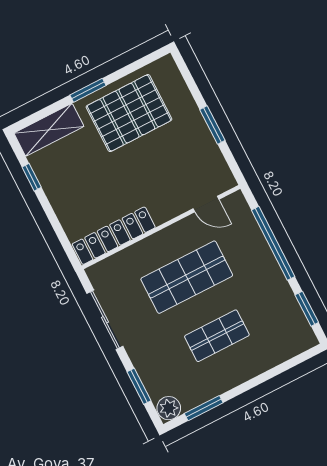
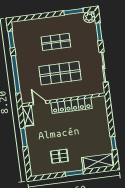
pallet: (129, 113) -> (59, 156), width x0.49, depth x0.50
shelving: (220, 170) -> (28, 116), added
locker: (114, 236) -> (71, 105), moved

